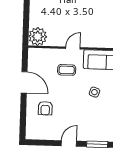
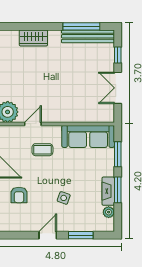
door: (73, 48) -> (33, 124), moved
side table: (94, 92) -> (64, 198), moved

